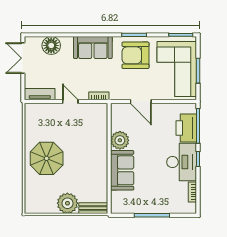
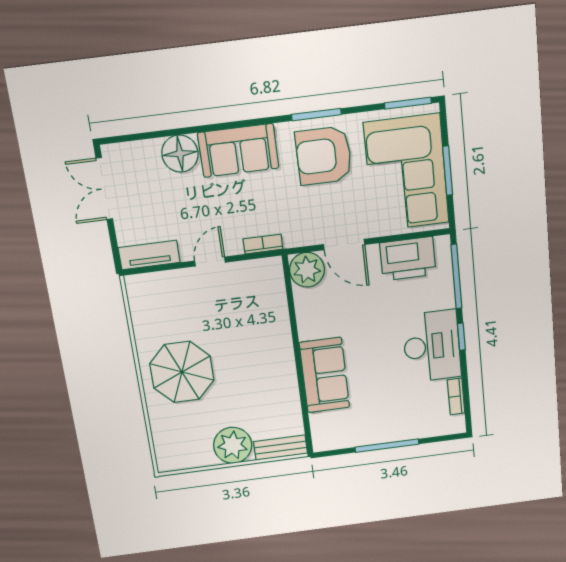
floor lamp: (51, 45) -> (180, 154), moved
door: (70, 101) -> (210, 262), hinge flipped
printer: (186, 128) -> (408, 259), moved, turned -90
plant: (120, 140) -> (307, 270), moved

